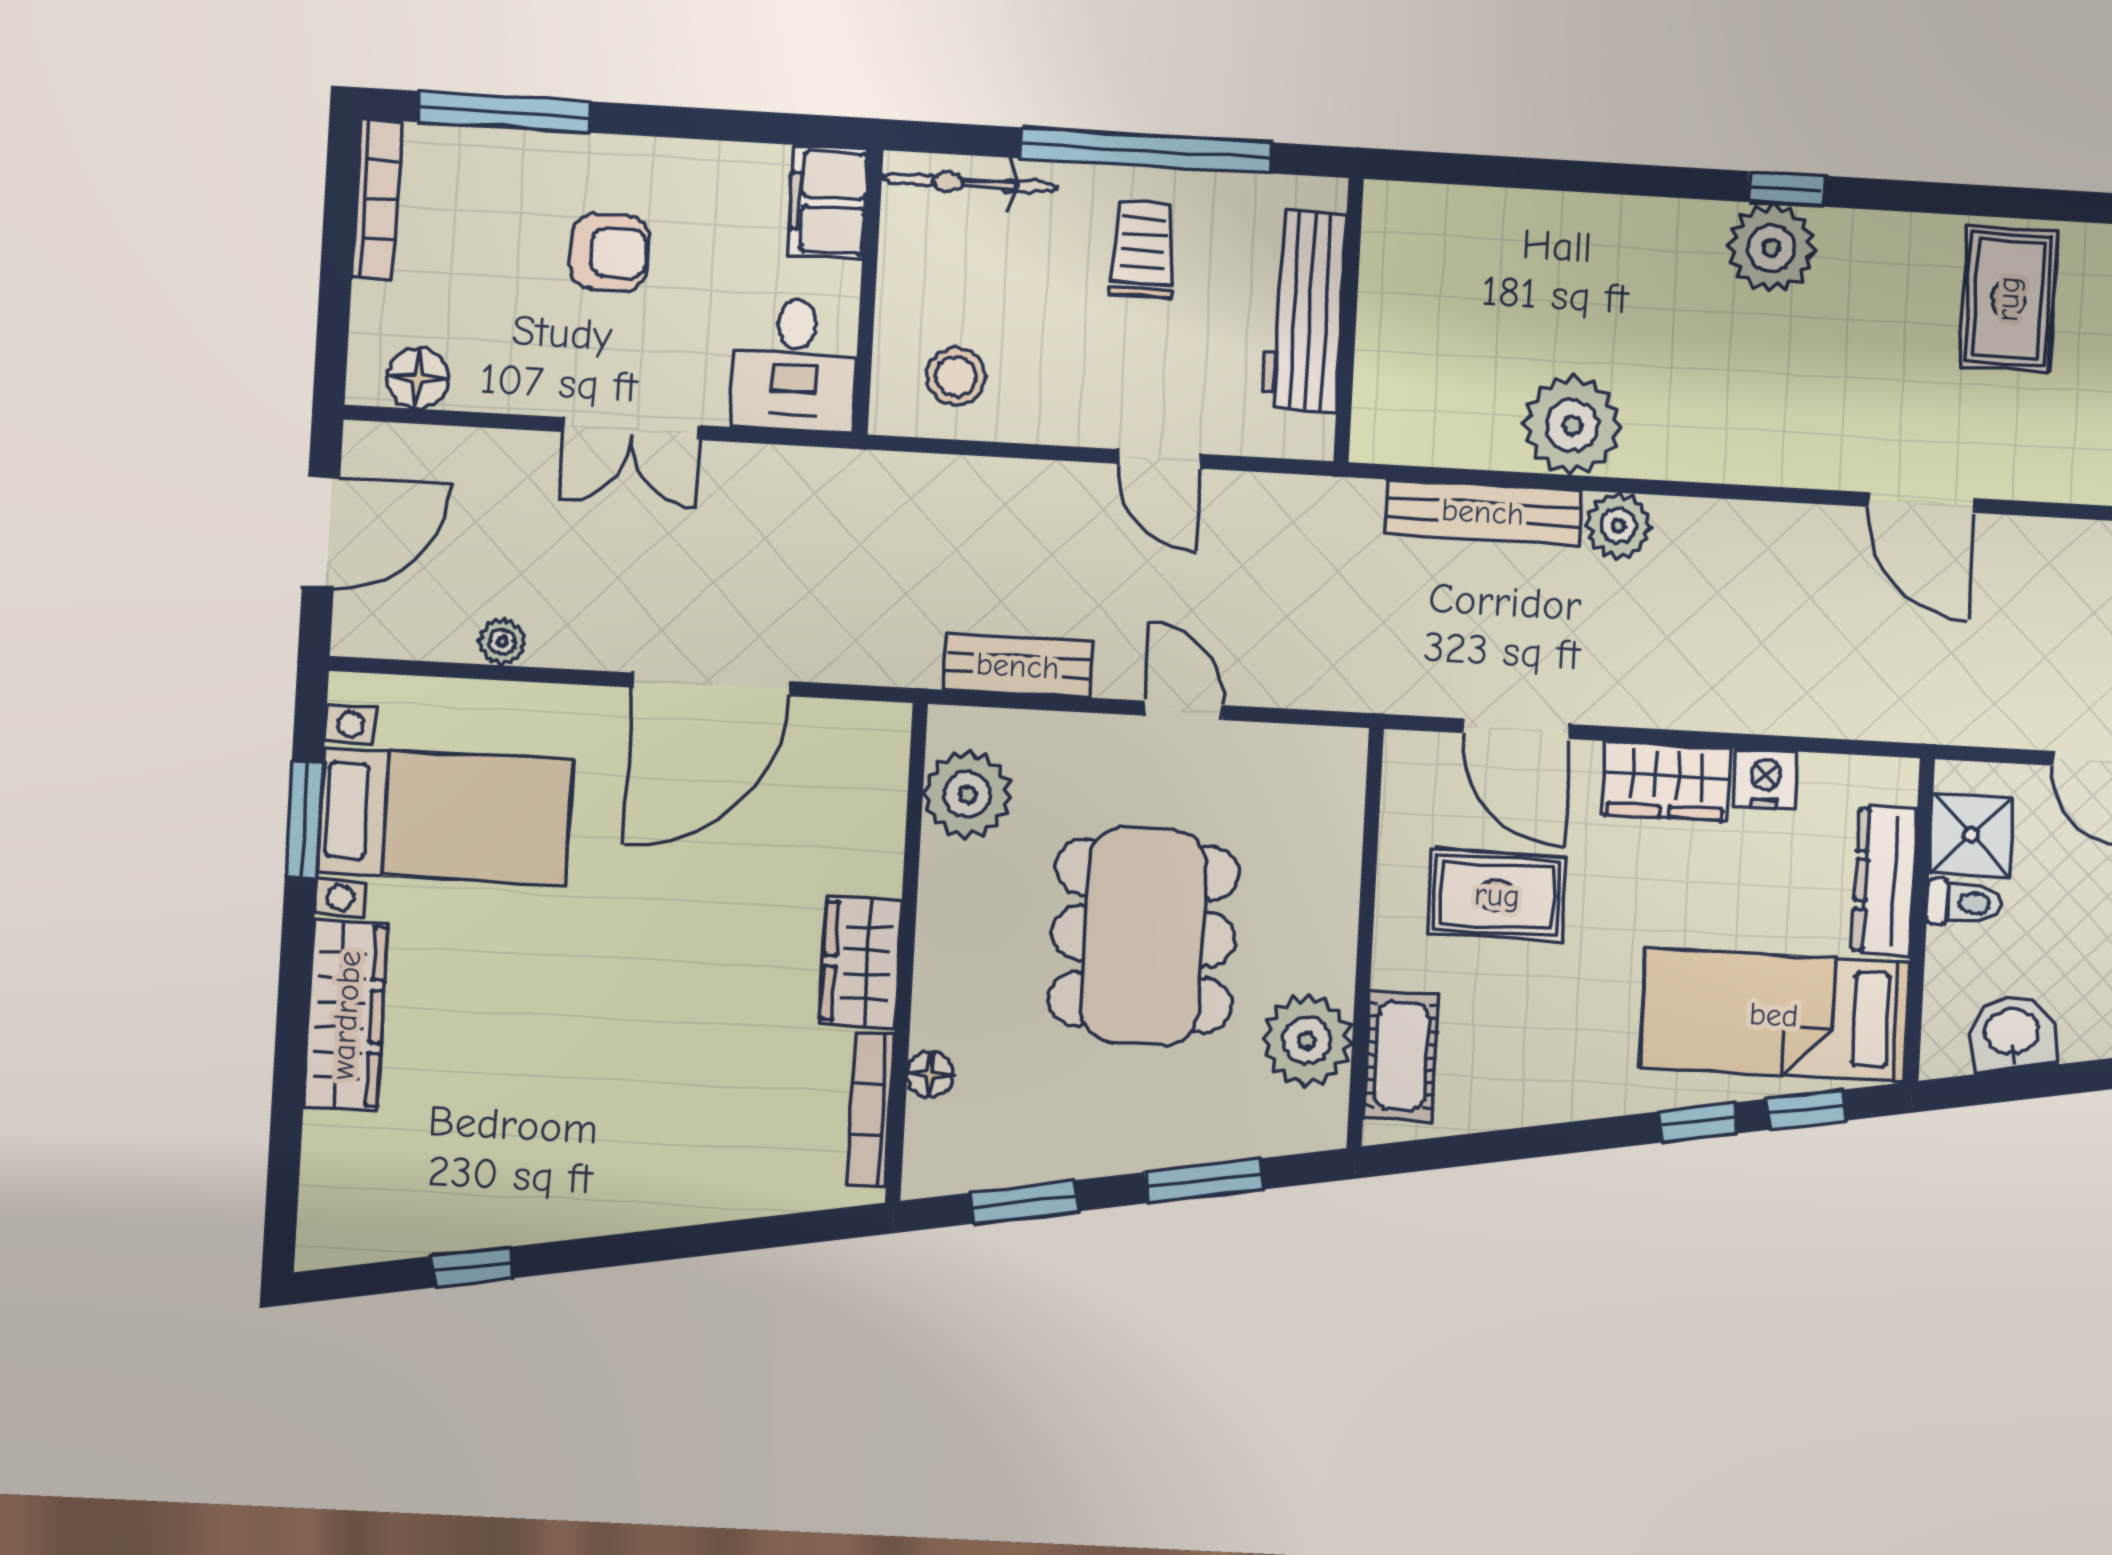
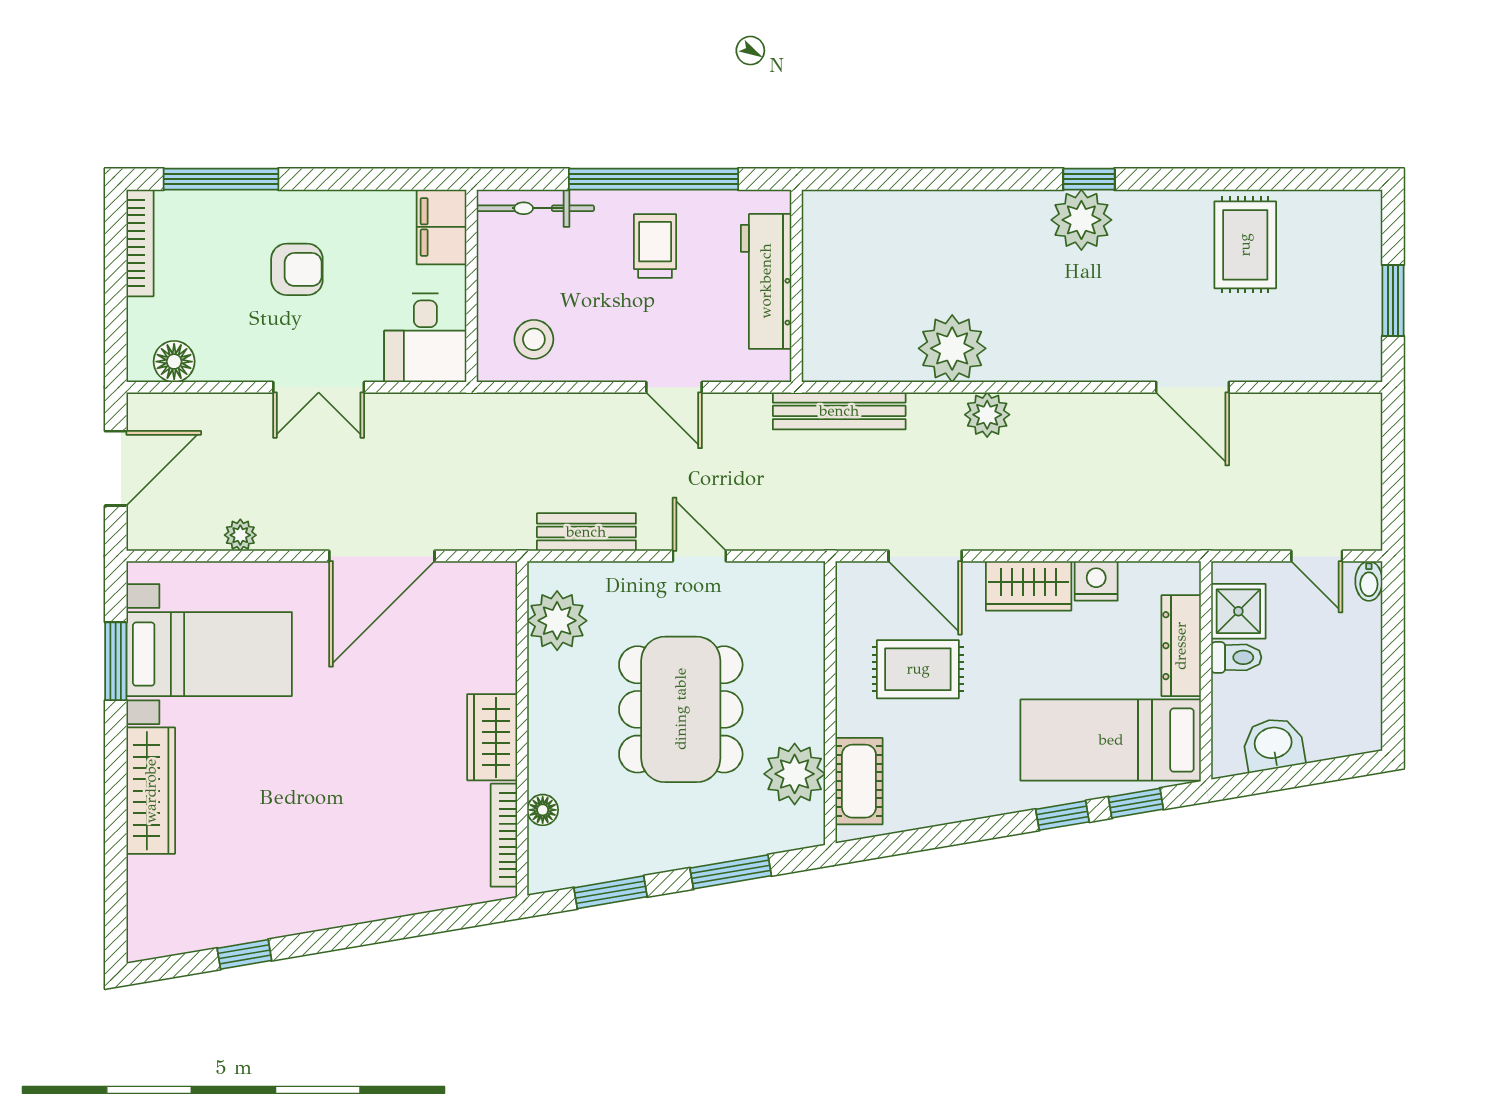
bench: (1483, 512) -> (839, 411), moved

